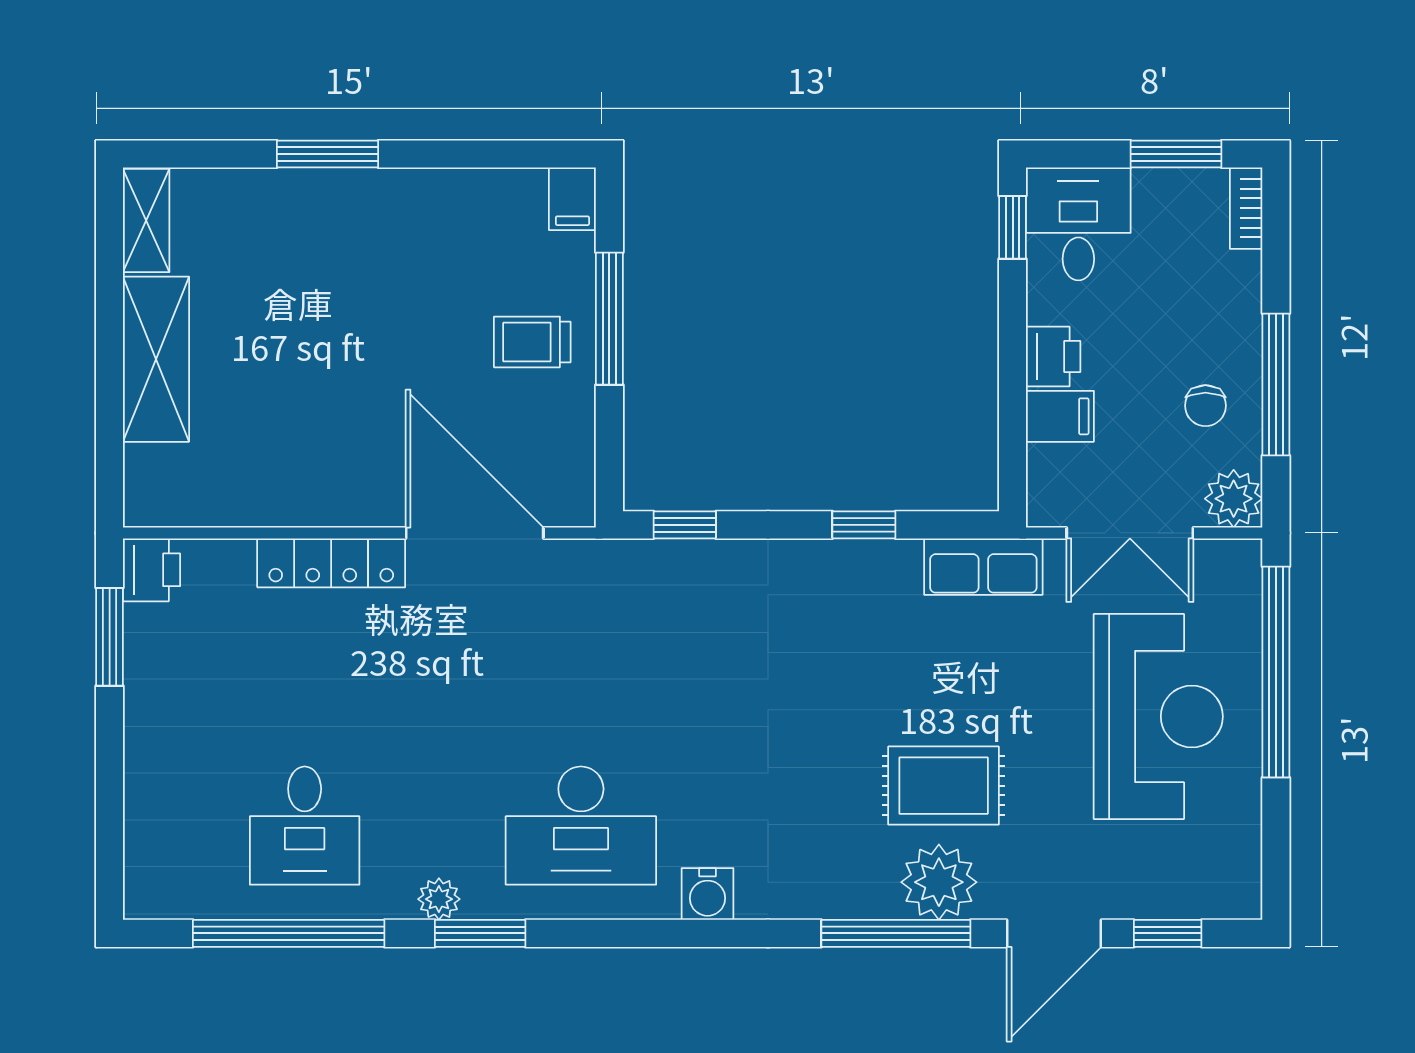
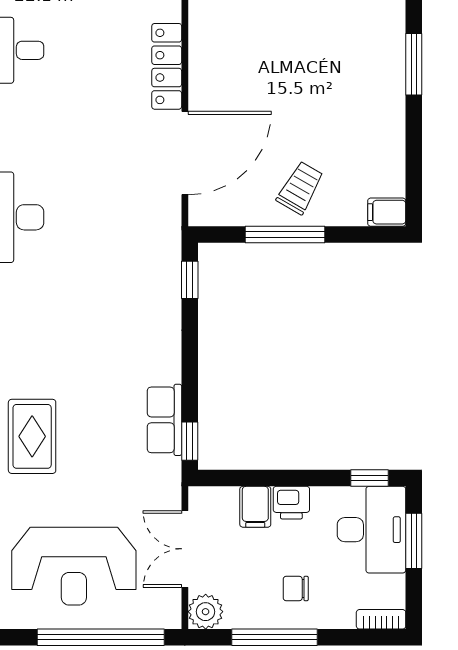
window: (1176, 154) -> (414, 541), moved
desk: (1078, 224) -> (372, 530), width x1.37
window: (609, 319) -> (285, 234), moved
trolley: (532, 342) -> (300, 188), turned 30
chair: (1205, 406) -> (296, 589), moved
window: (864, 525) -> (190, 441), moved
row of seats: (983, 567) -> (164, 420), moved

